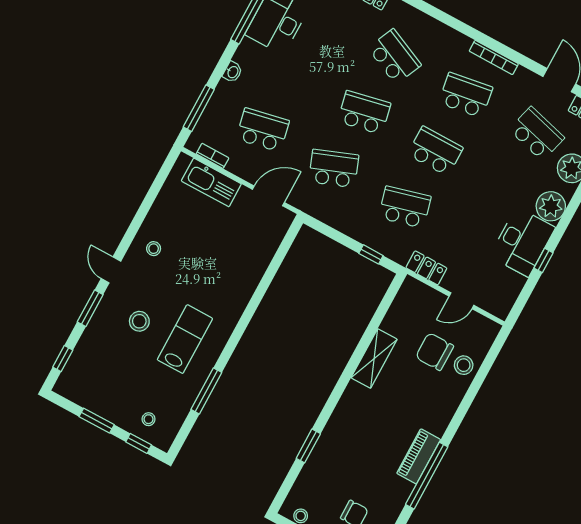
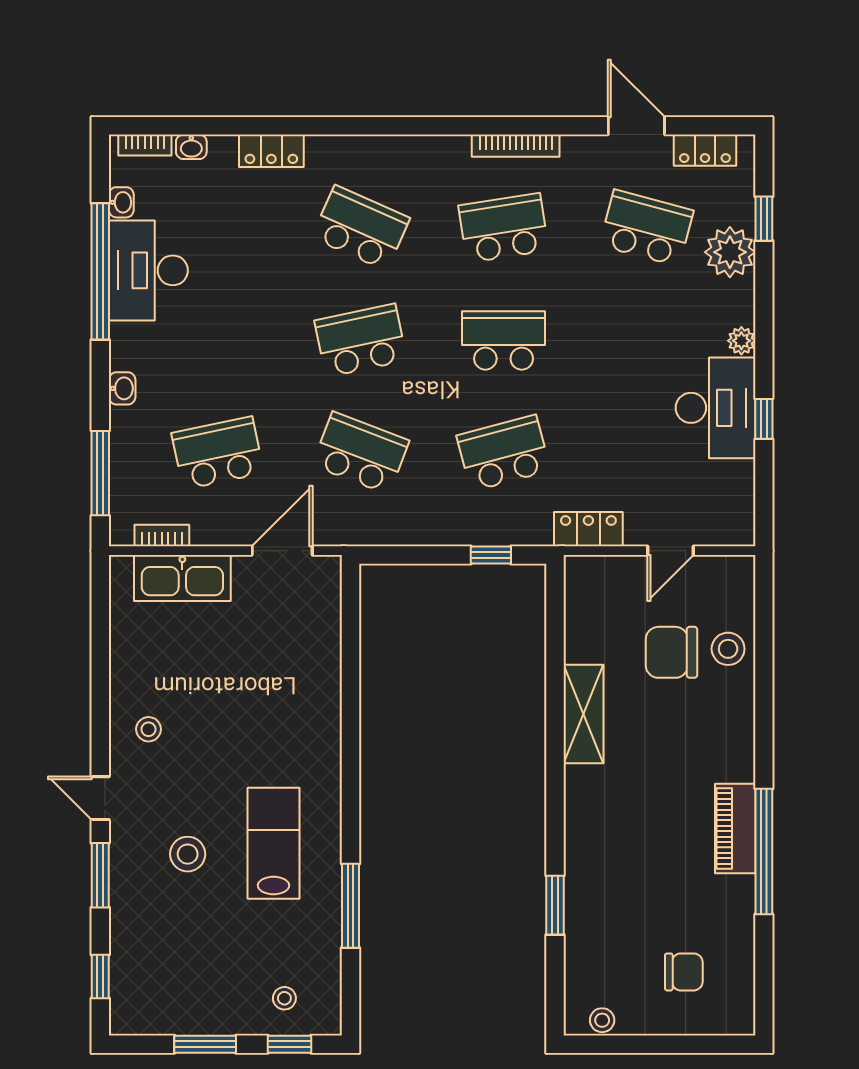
school desk: (334, 168) -> (361, 453), turned 42
plant: (551, 206) -> (741, 341), width x0.53, depth x0.53

